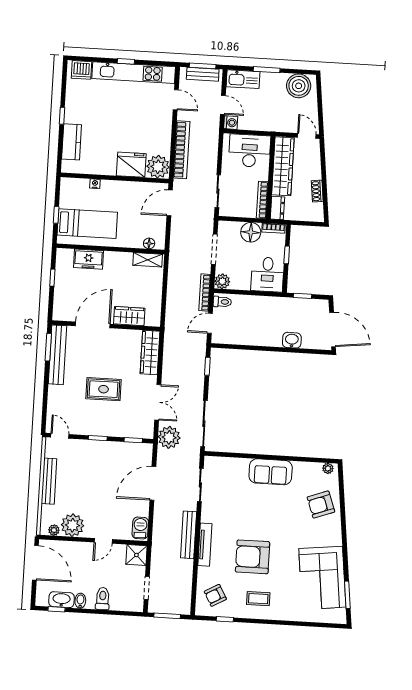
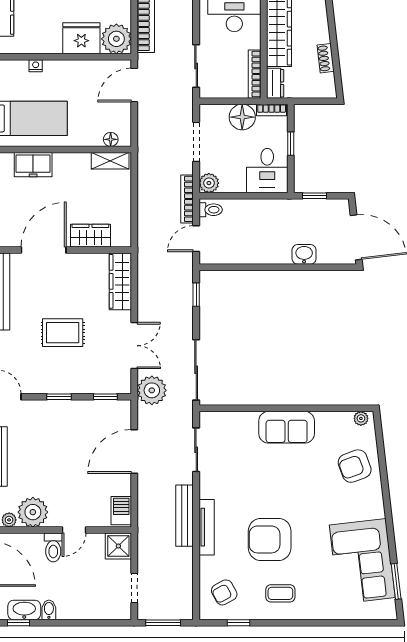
toilet: (103, 599) -> (53, 547), moved, turned 180

